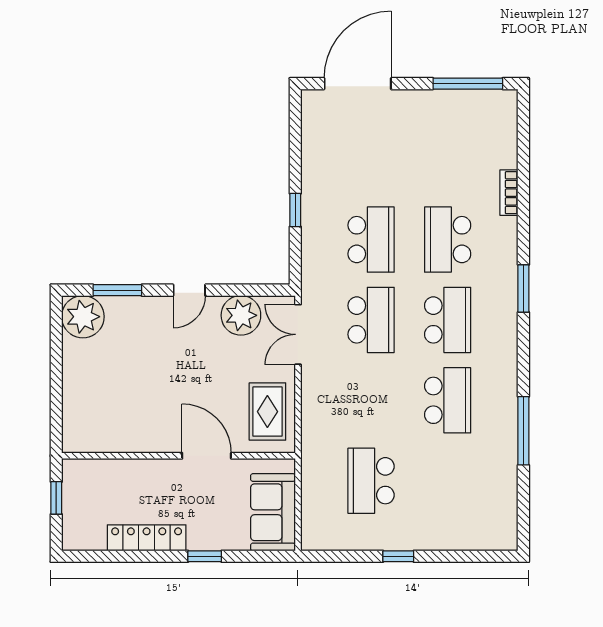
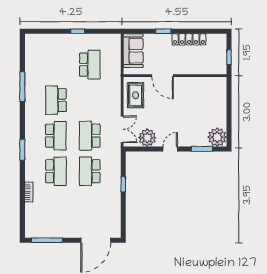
school desk: (448, 320) -> (56, 136), turned 180

